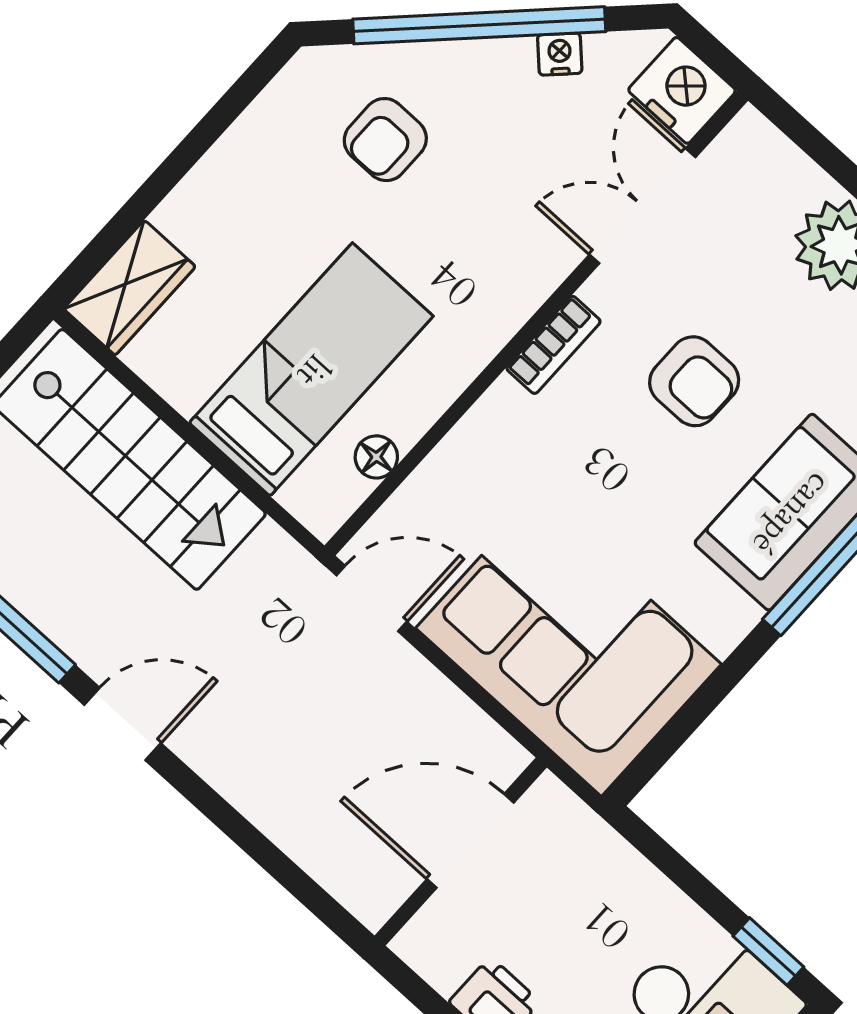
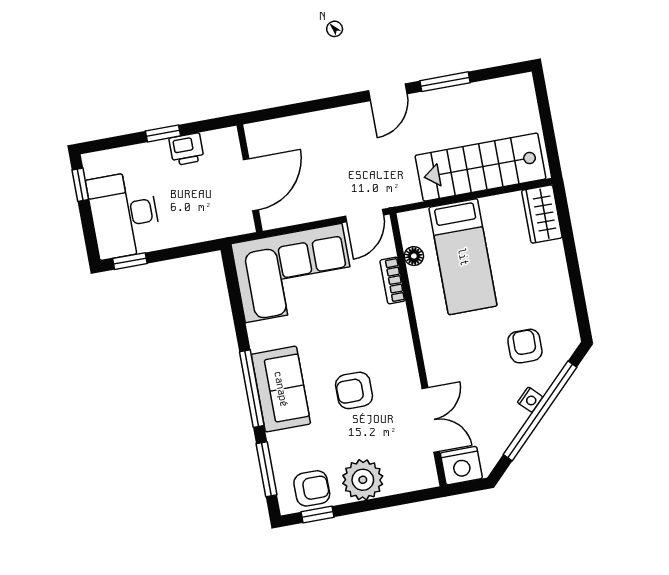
nightstand: (560, 54) -> (530, 400), moved
bookcase: (554, 345) -> (393, 280), moved

